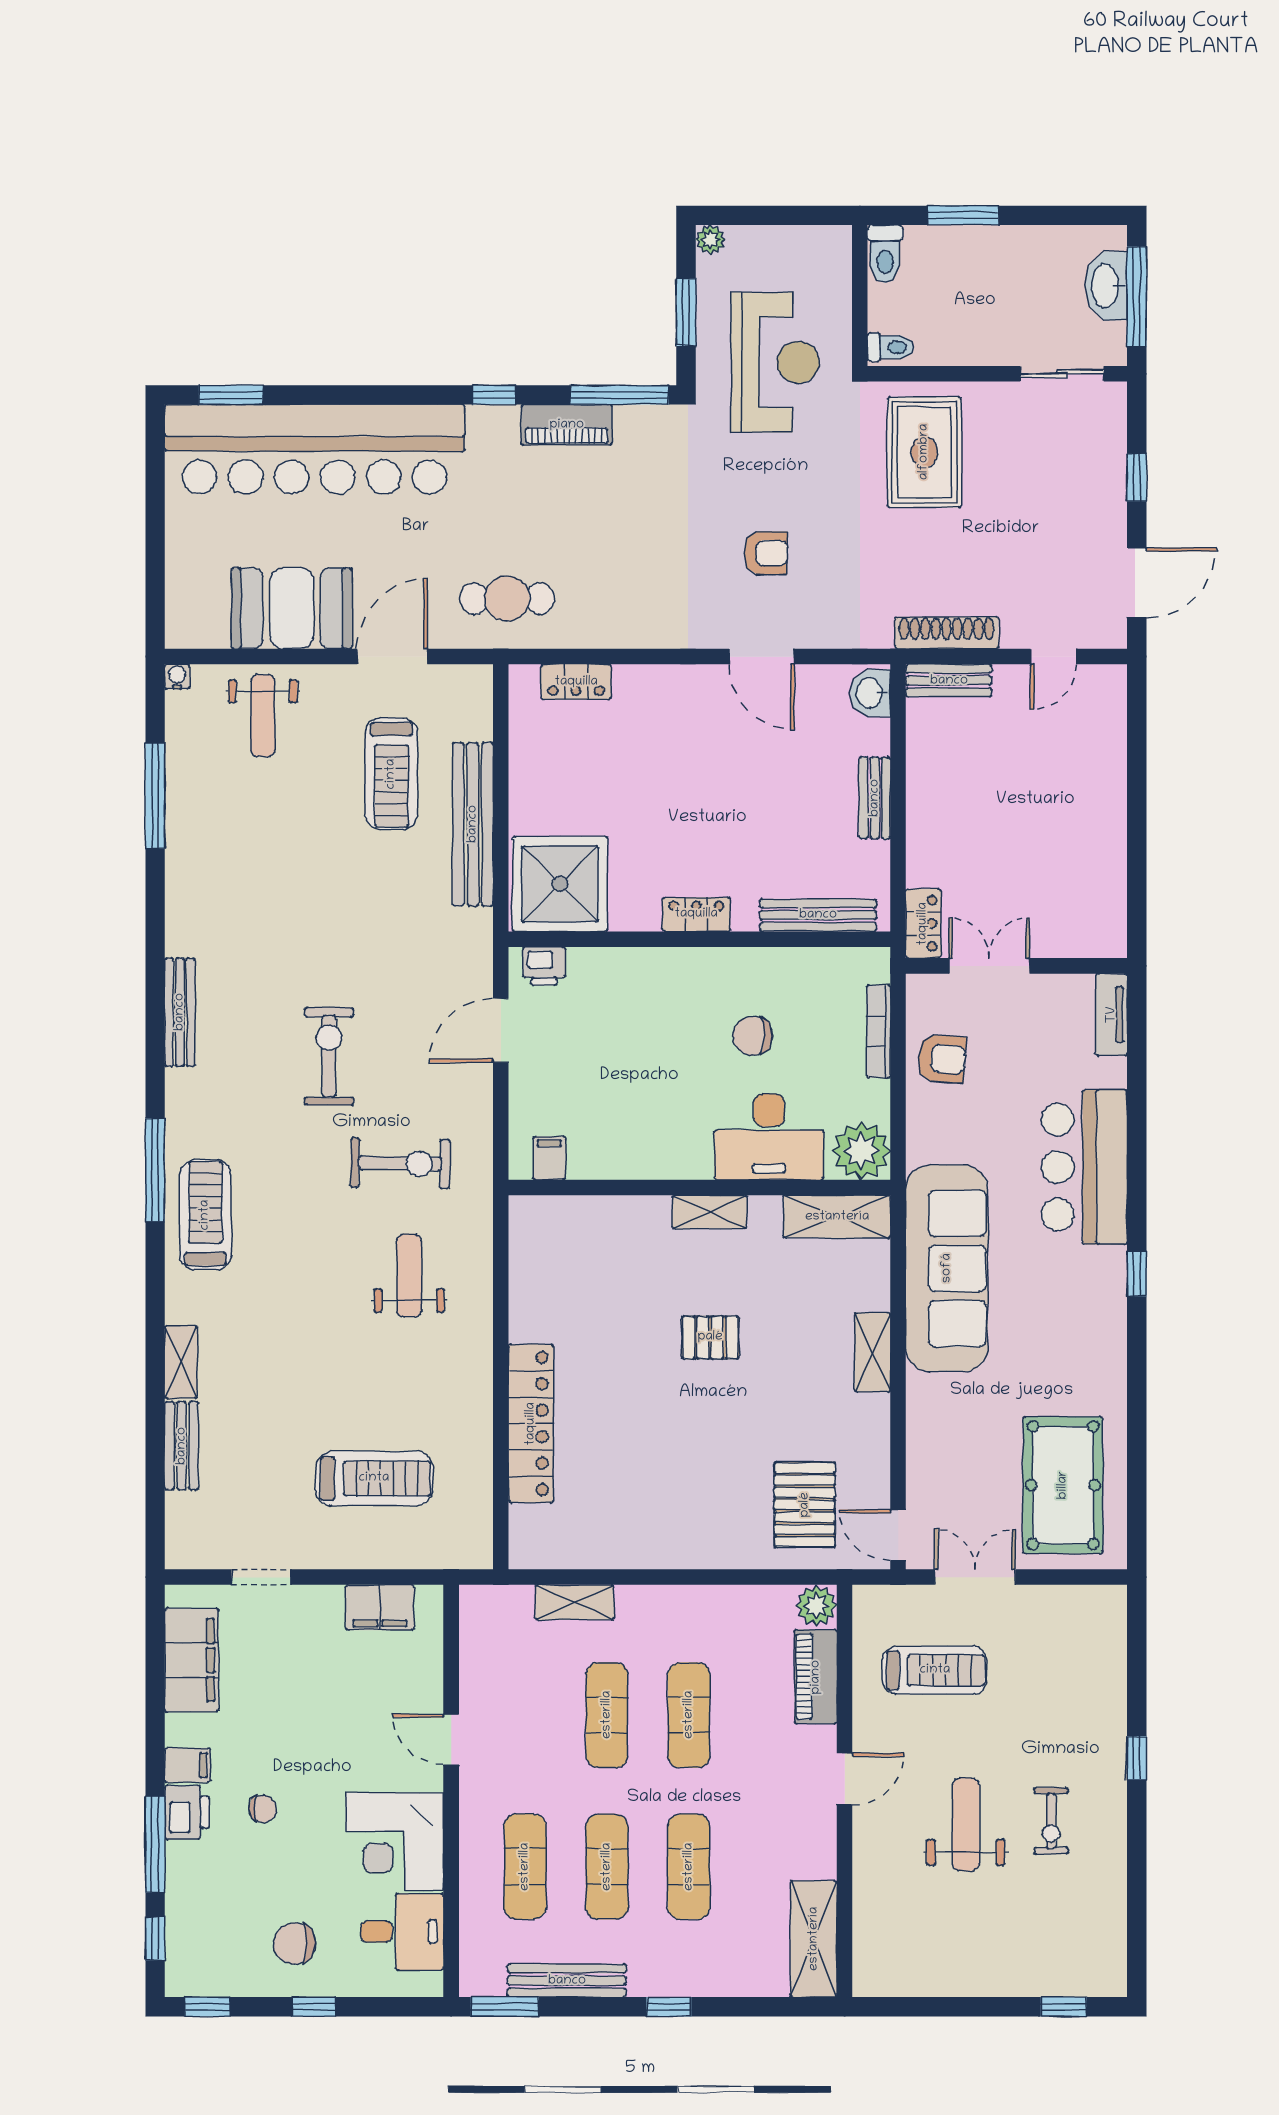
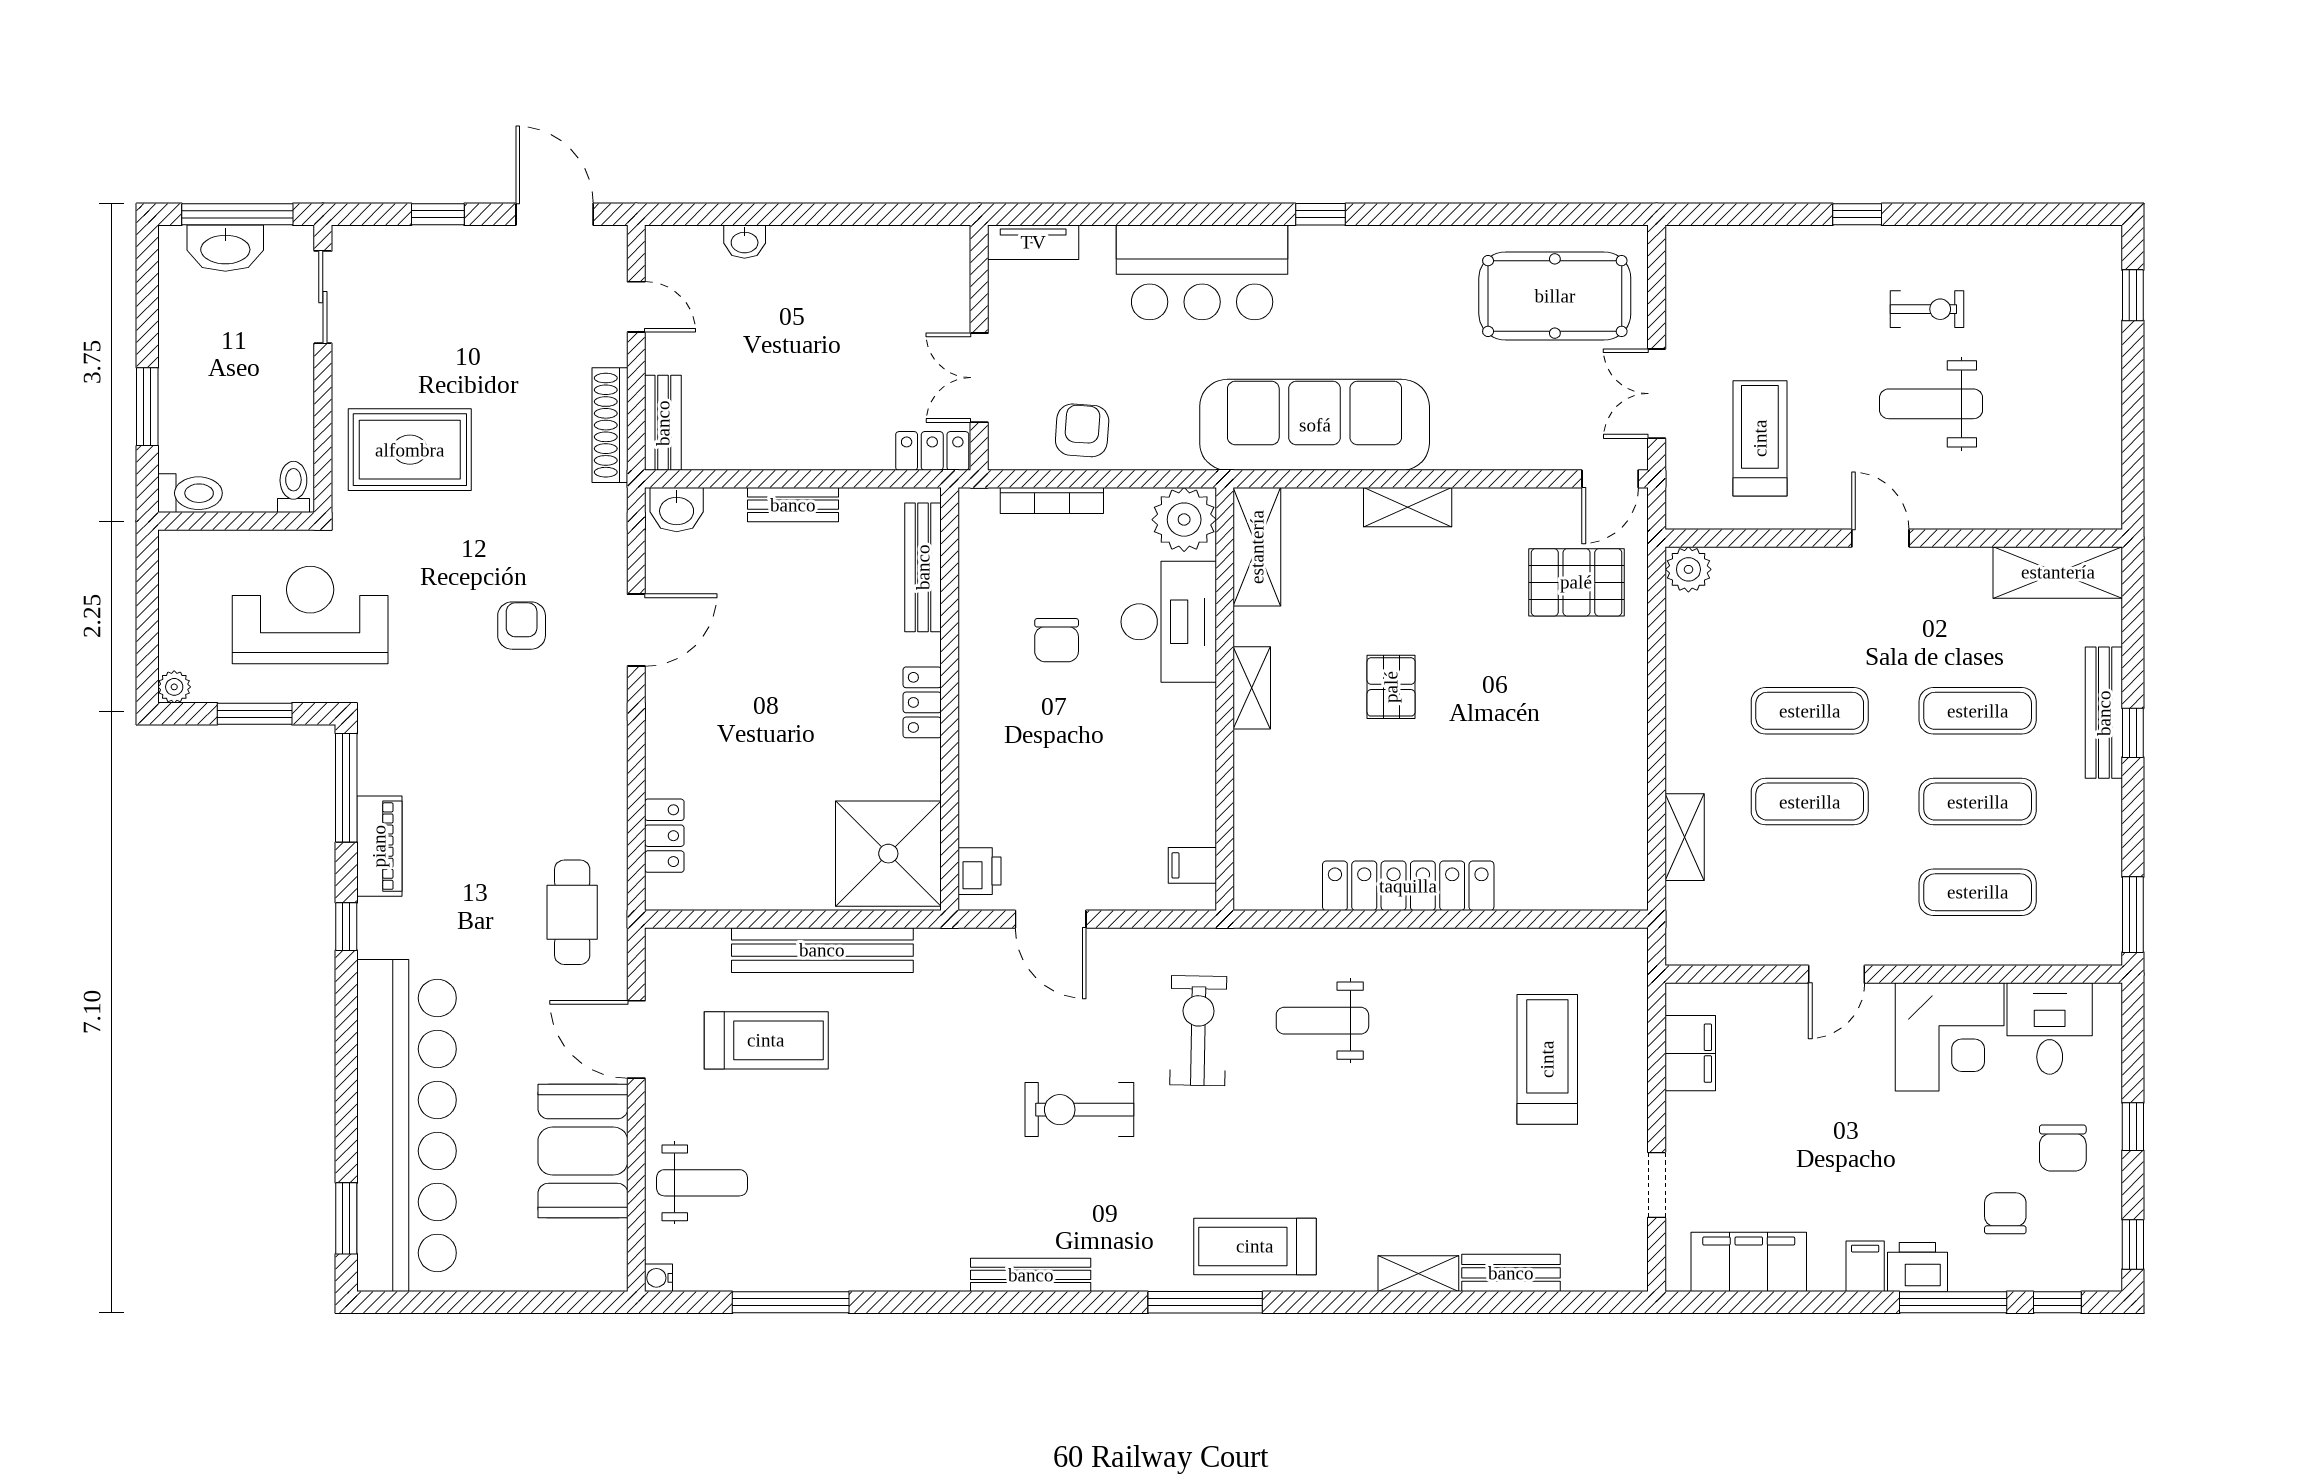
washbasin: (1112, 754) -> (745, 242), added
locker: (531, 1424) -> (1408, 886), moved
piano: (816, 1677) -> (1767, 570), removed
chair: (263, 1809) -> (2005, 1213), moved, width x1.37, depth x1.37
bench: (567, 1981) -> (2104, 713), moved

